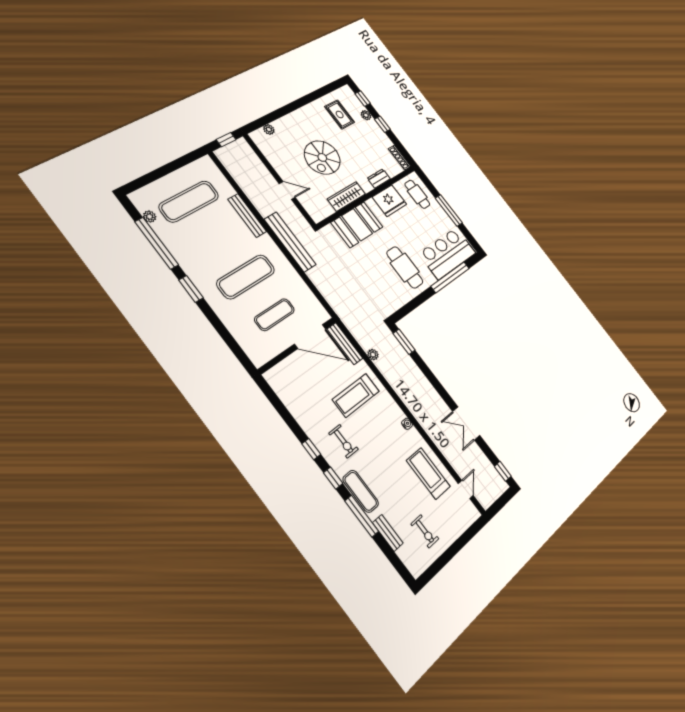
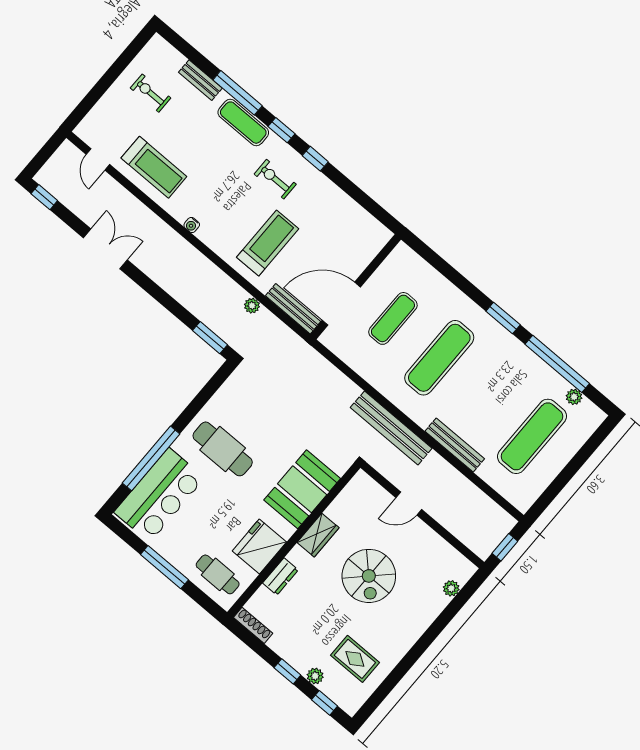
spiral stairs: (322, 157) -> (369, 576), turned 180
wardrobe: (346, 196) -> (318, 535), width x0.67

